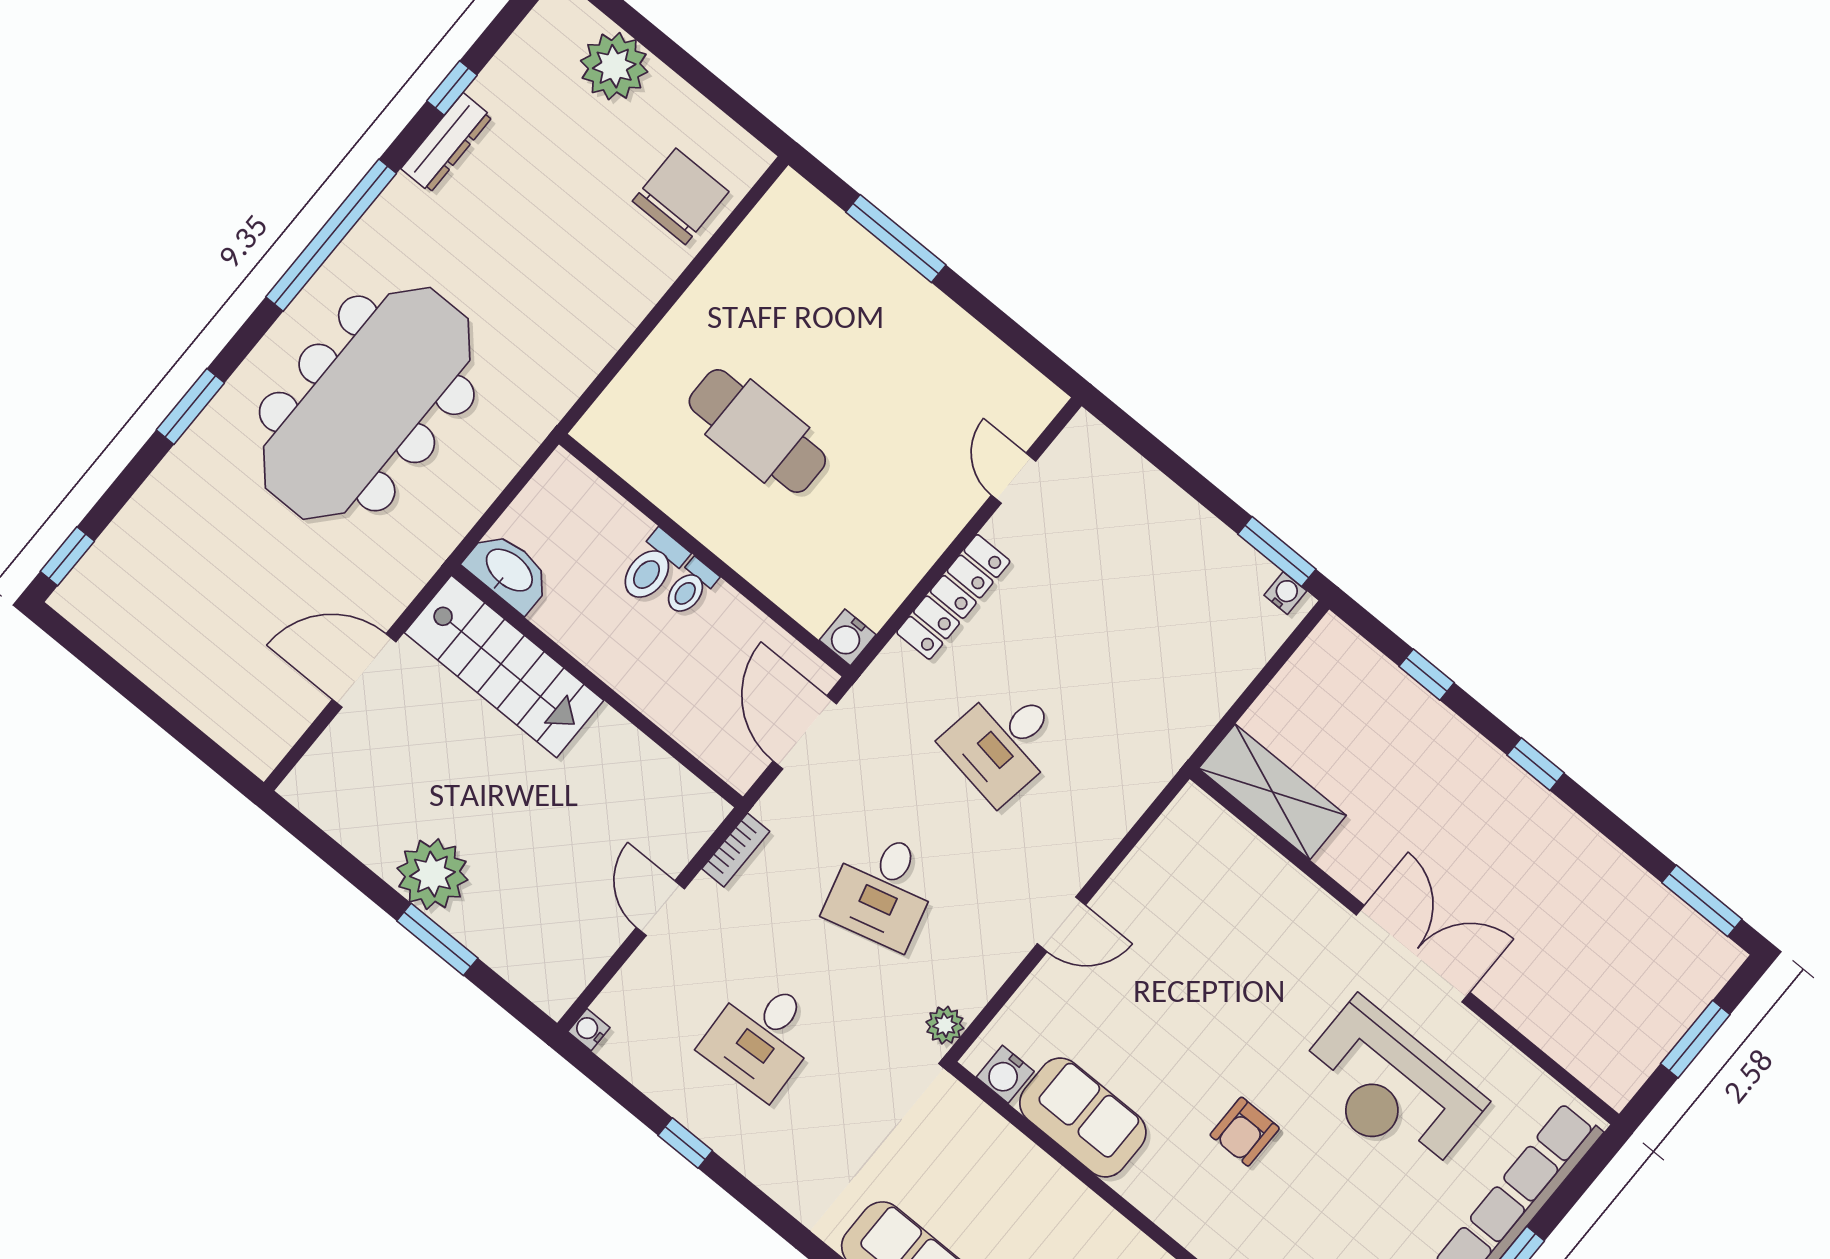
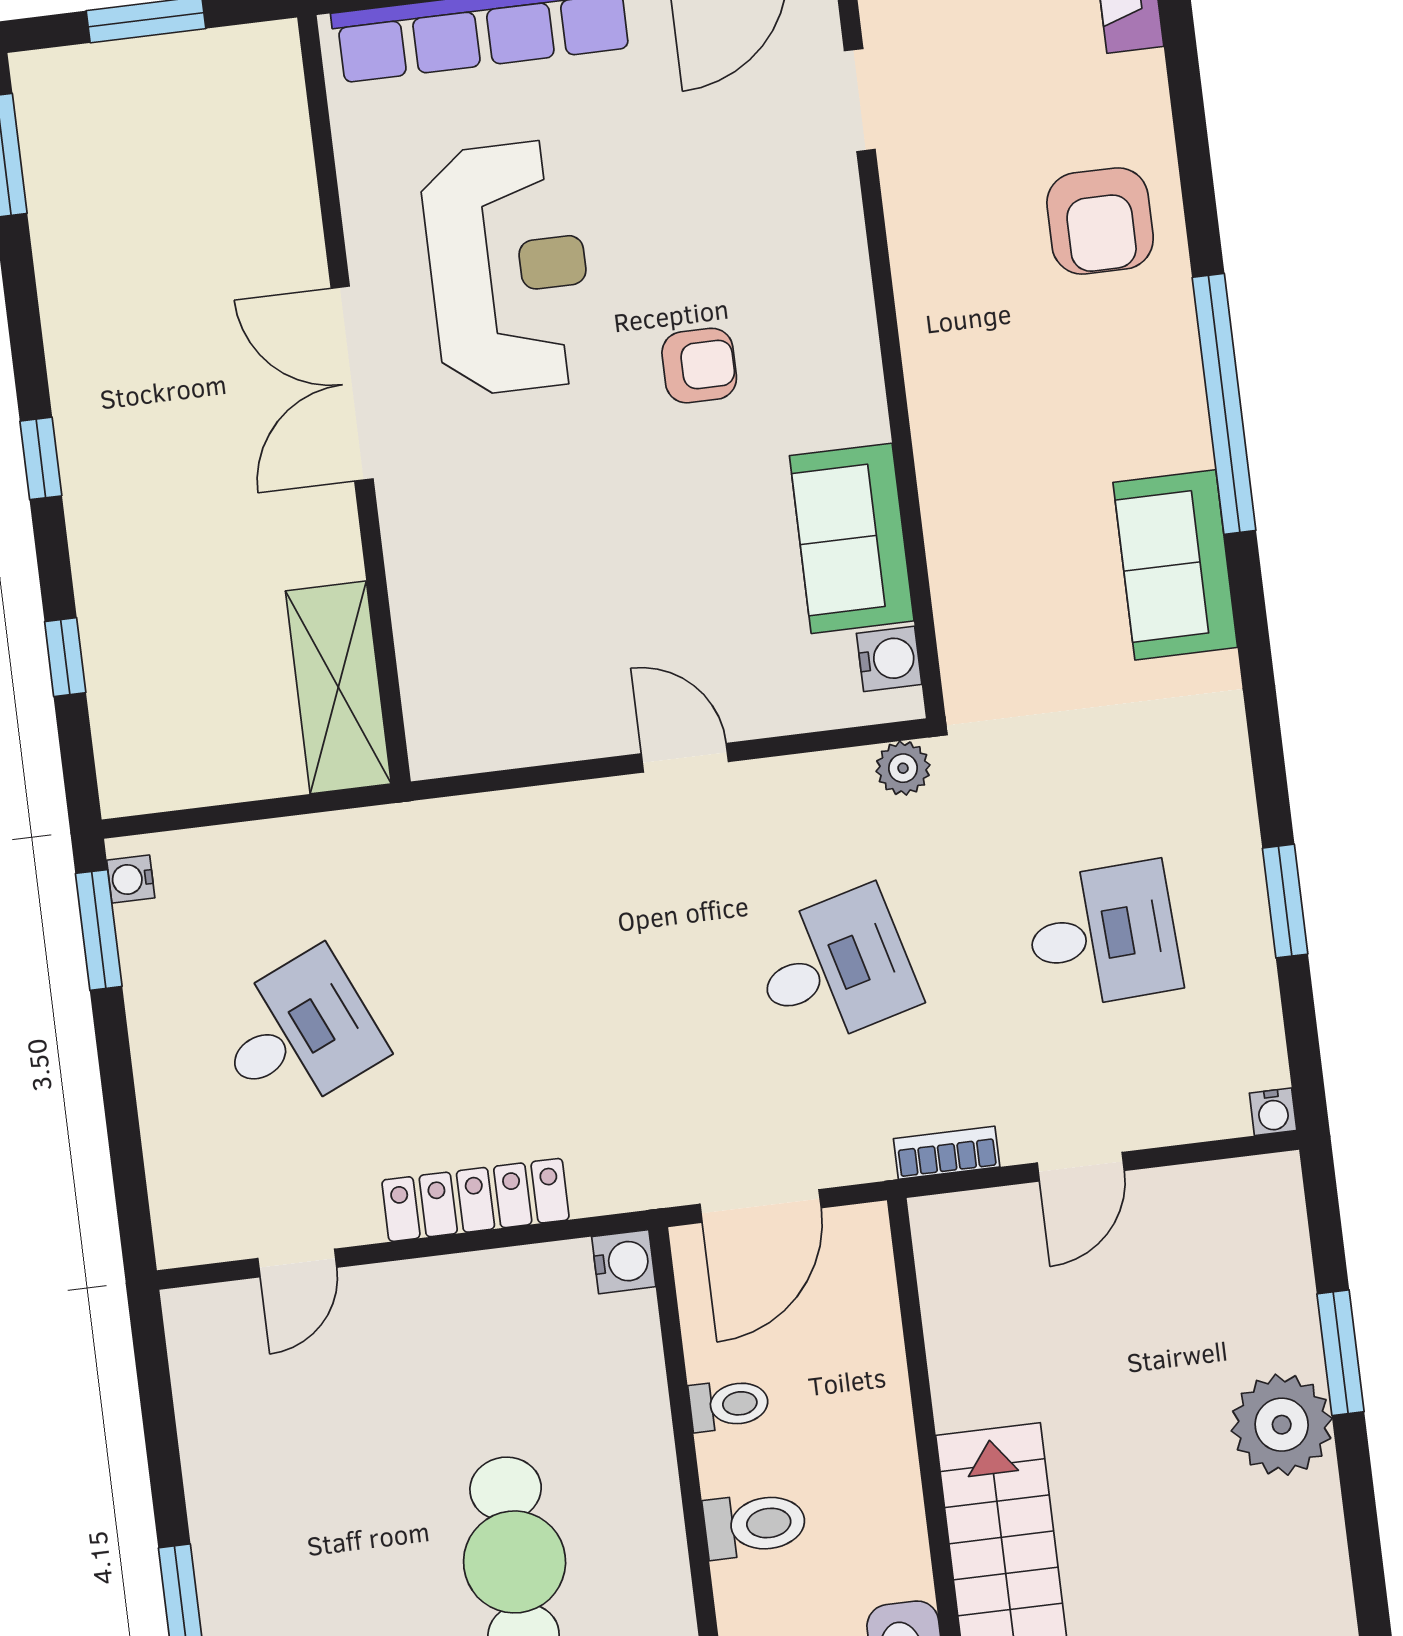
toilet: (690, 587) -> (729, 1405), moved
desk: (1004, 743) -> (298, 1034), moved, turned -33
window: (685, 1143) -> (1285, 901), width x1.50

